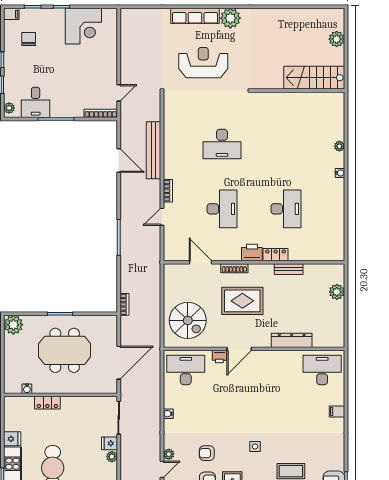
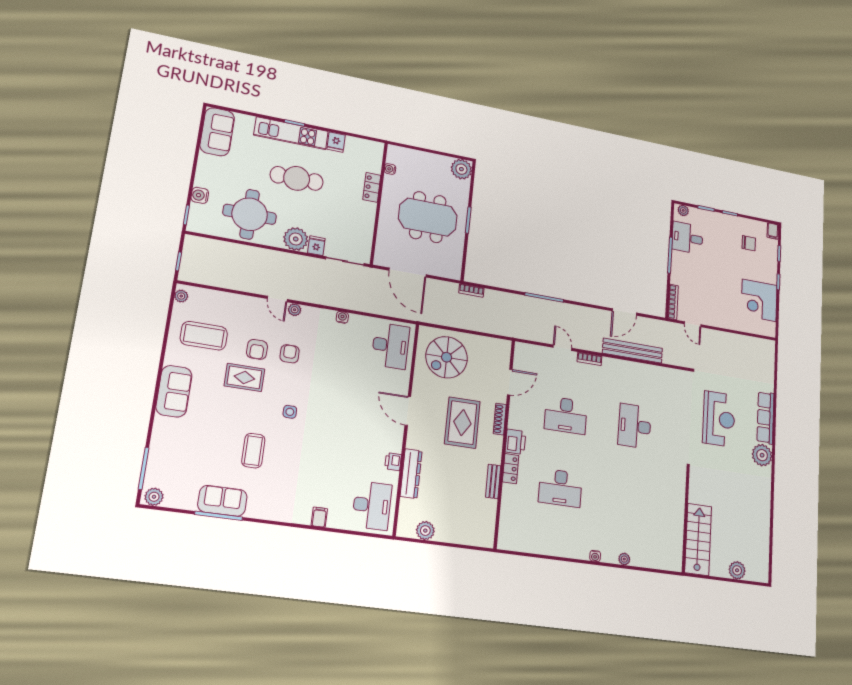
plant: (337, 292) -> (425, 531), moved
meeting table: (65, 350) -> (428, 217), turned 90
printer: (219, 357) -> (393, 462), moved
plant: (112, 457) -> (296, 239), width x1.87, depth x1.87

